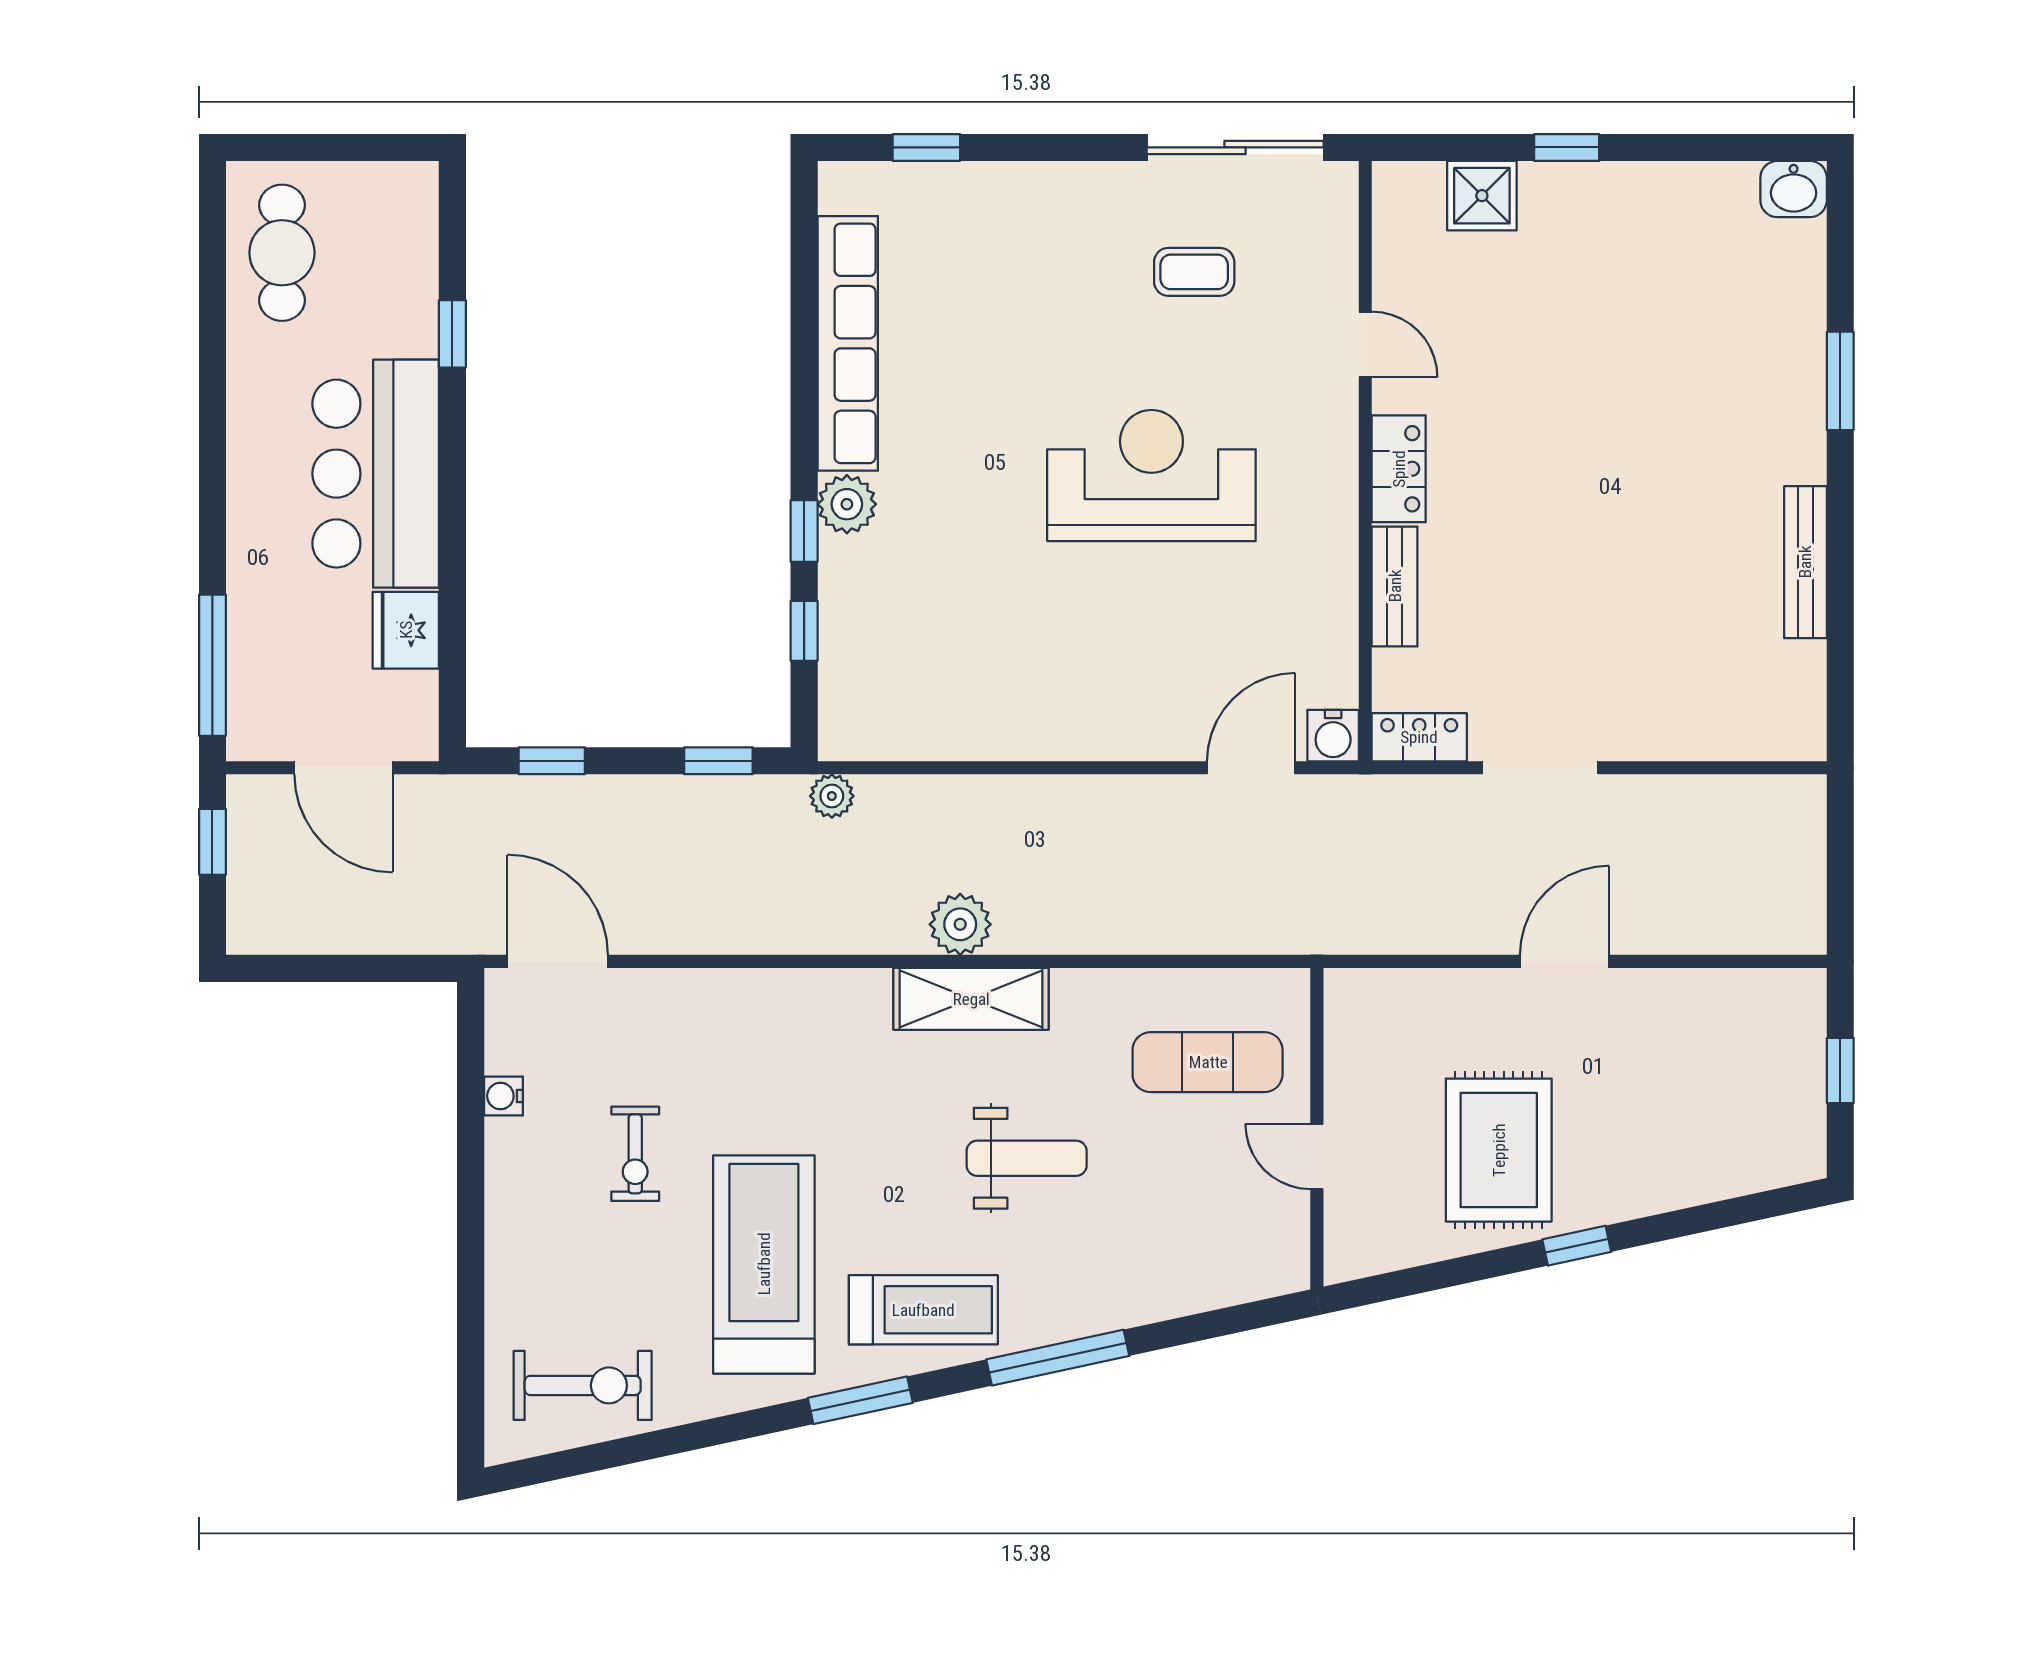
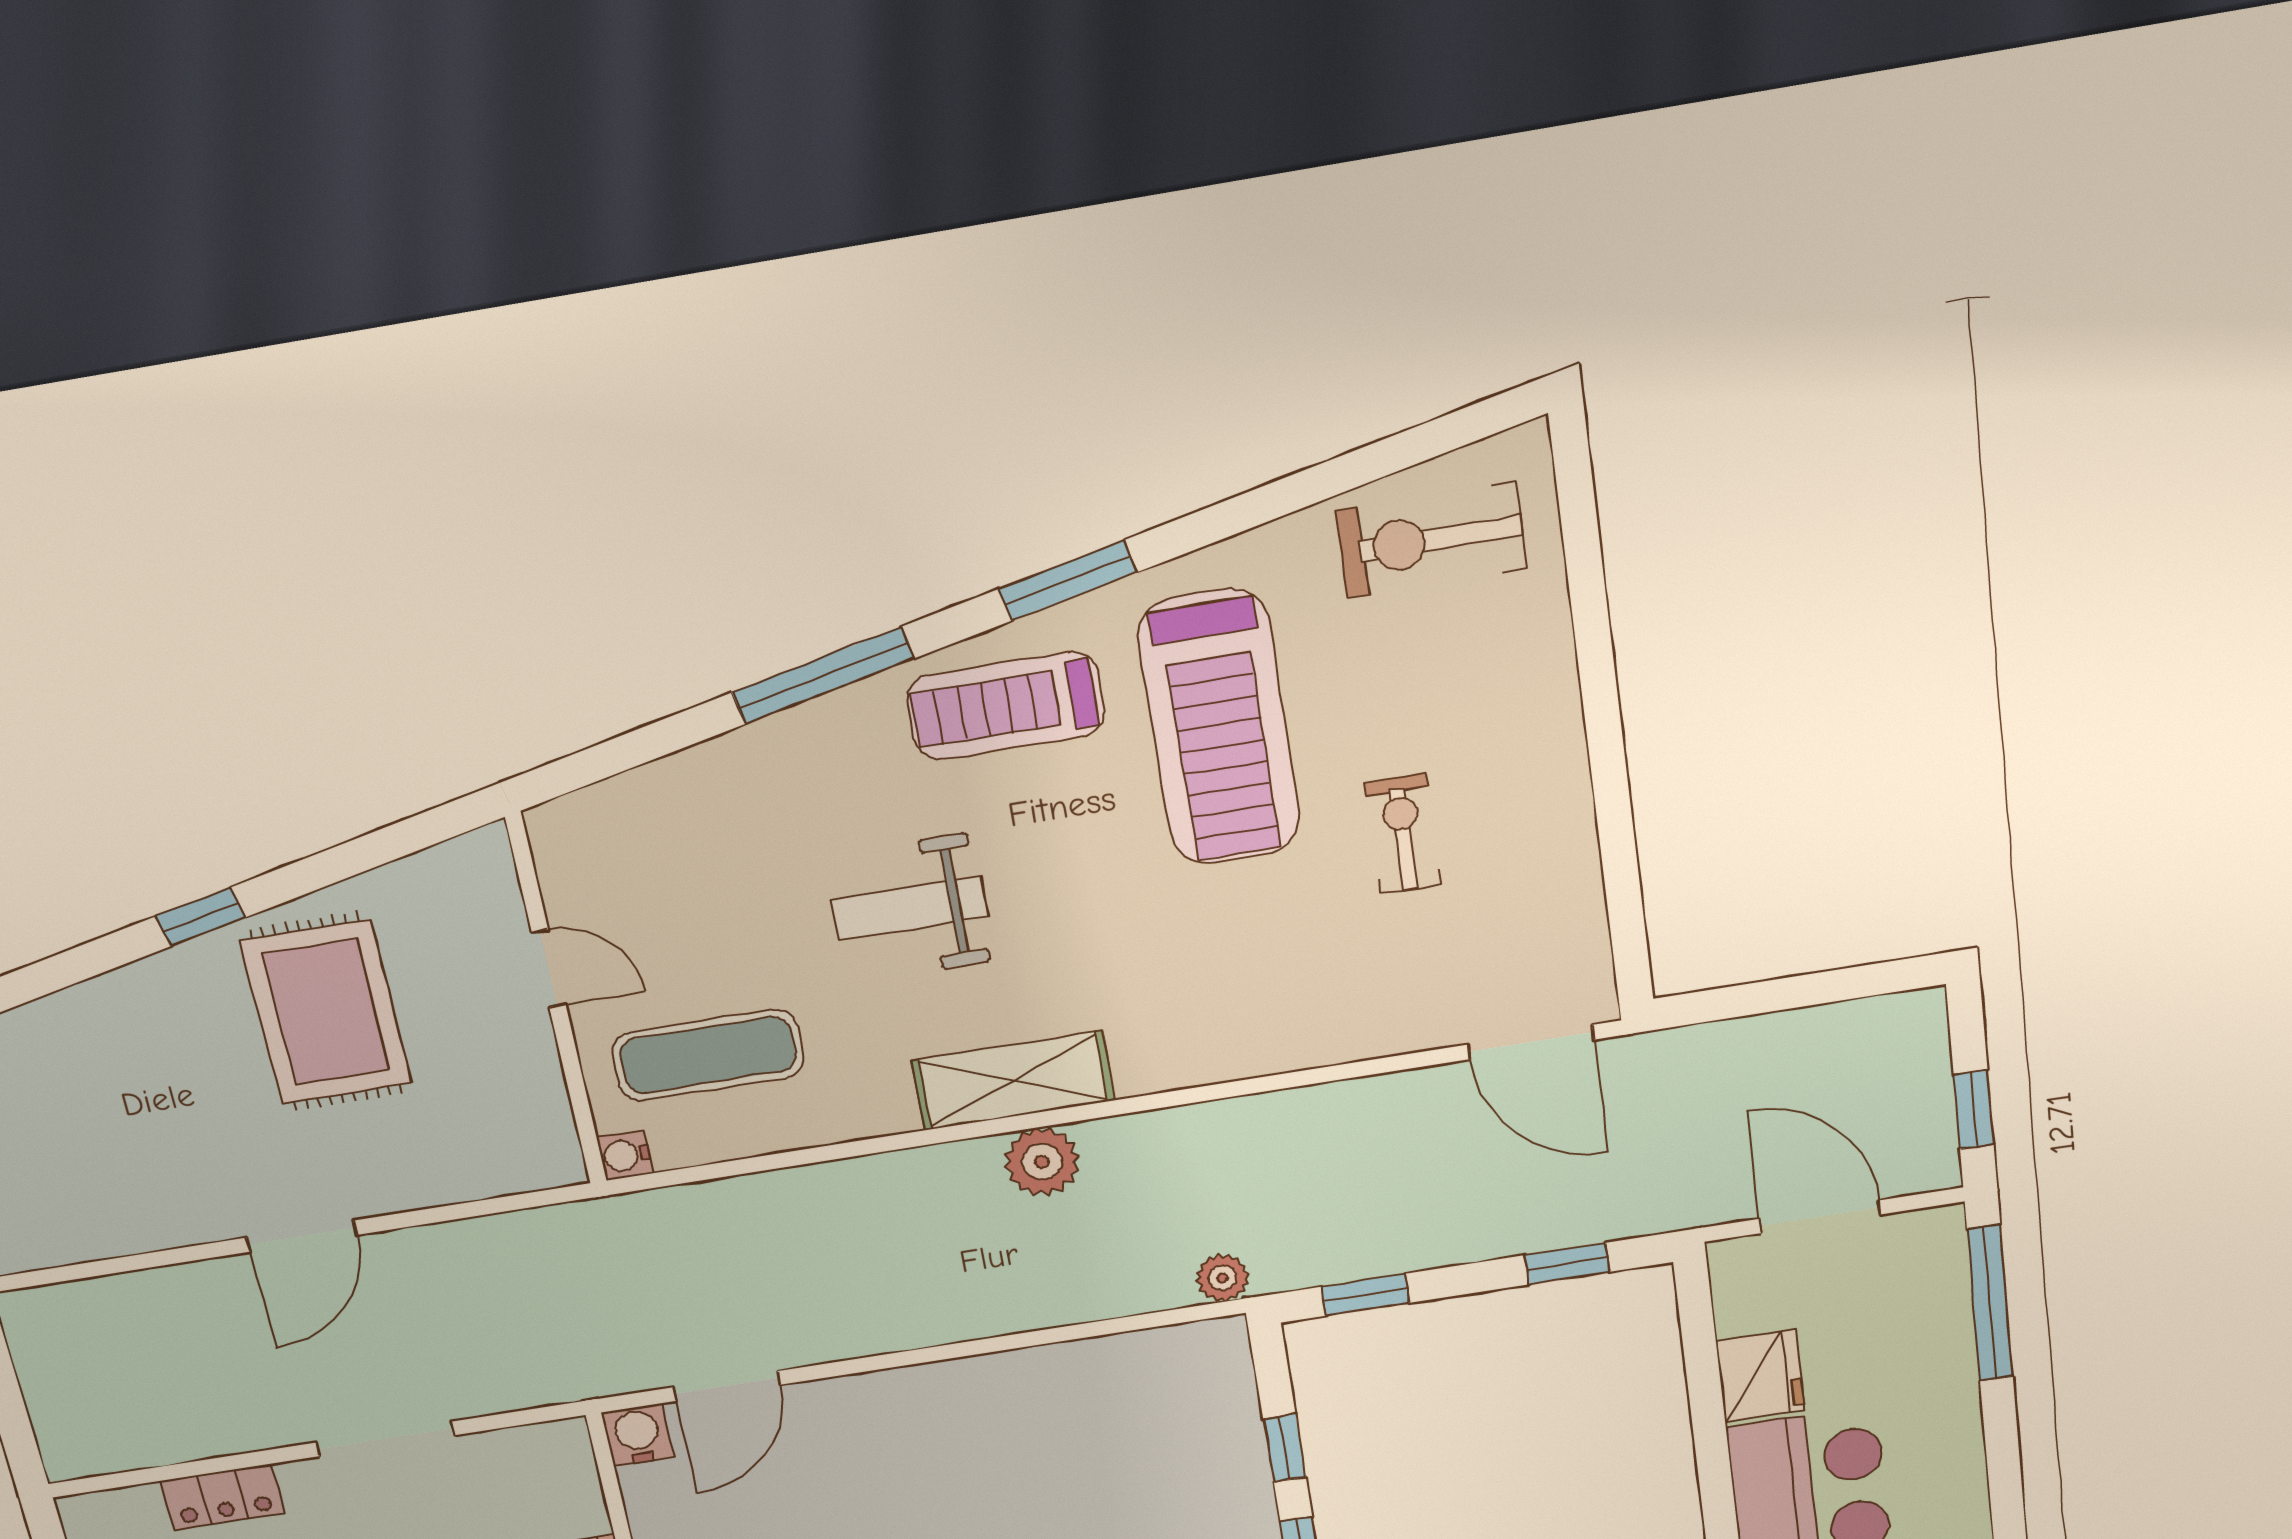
locker: (1419, 737) -> (223, 1497), moved
water cooler: (504, 1096) -> (625, 1155), moved, turned 180

